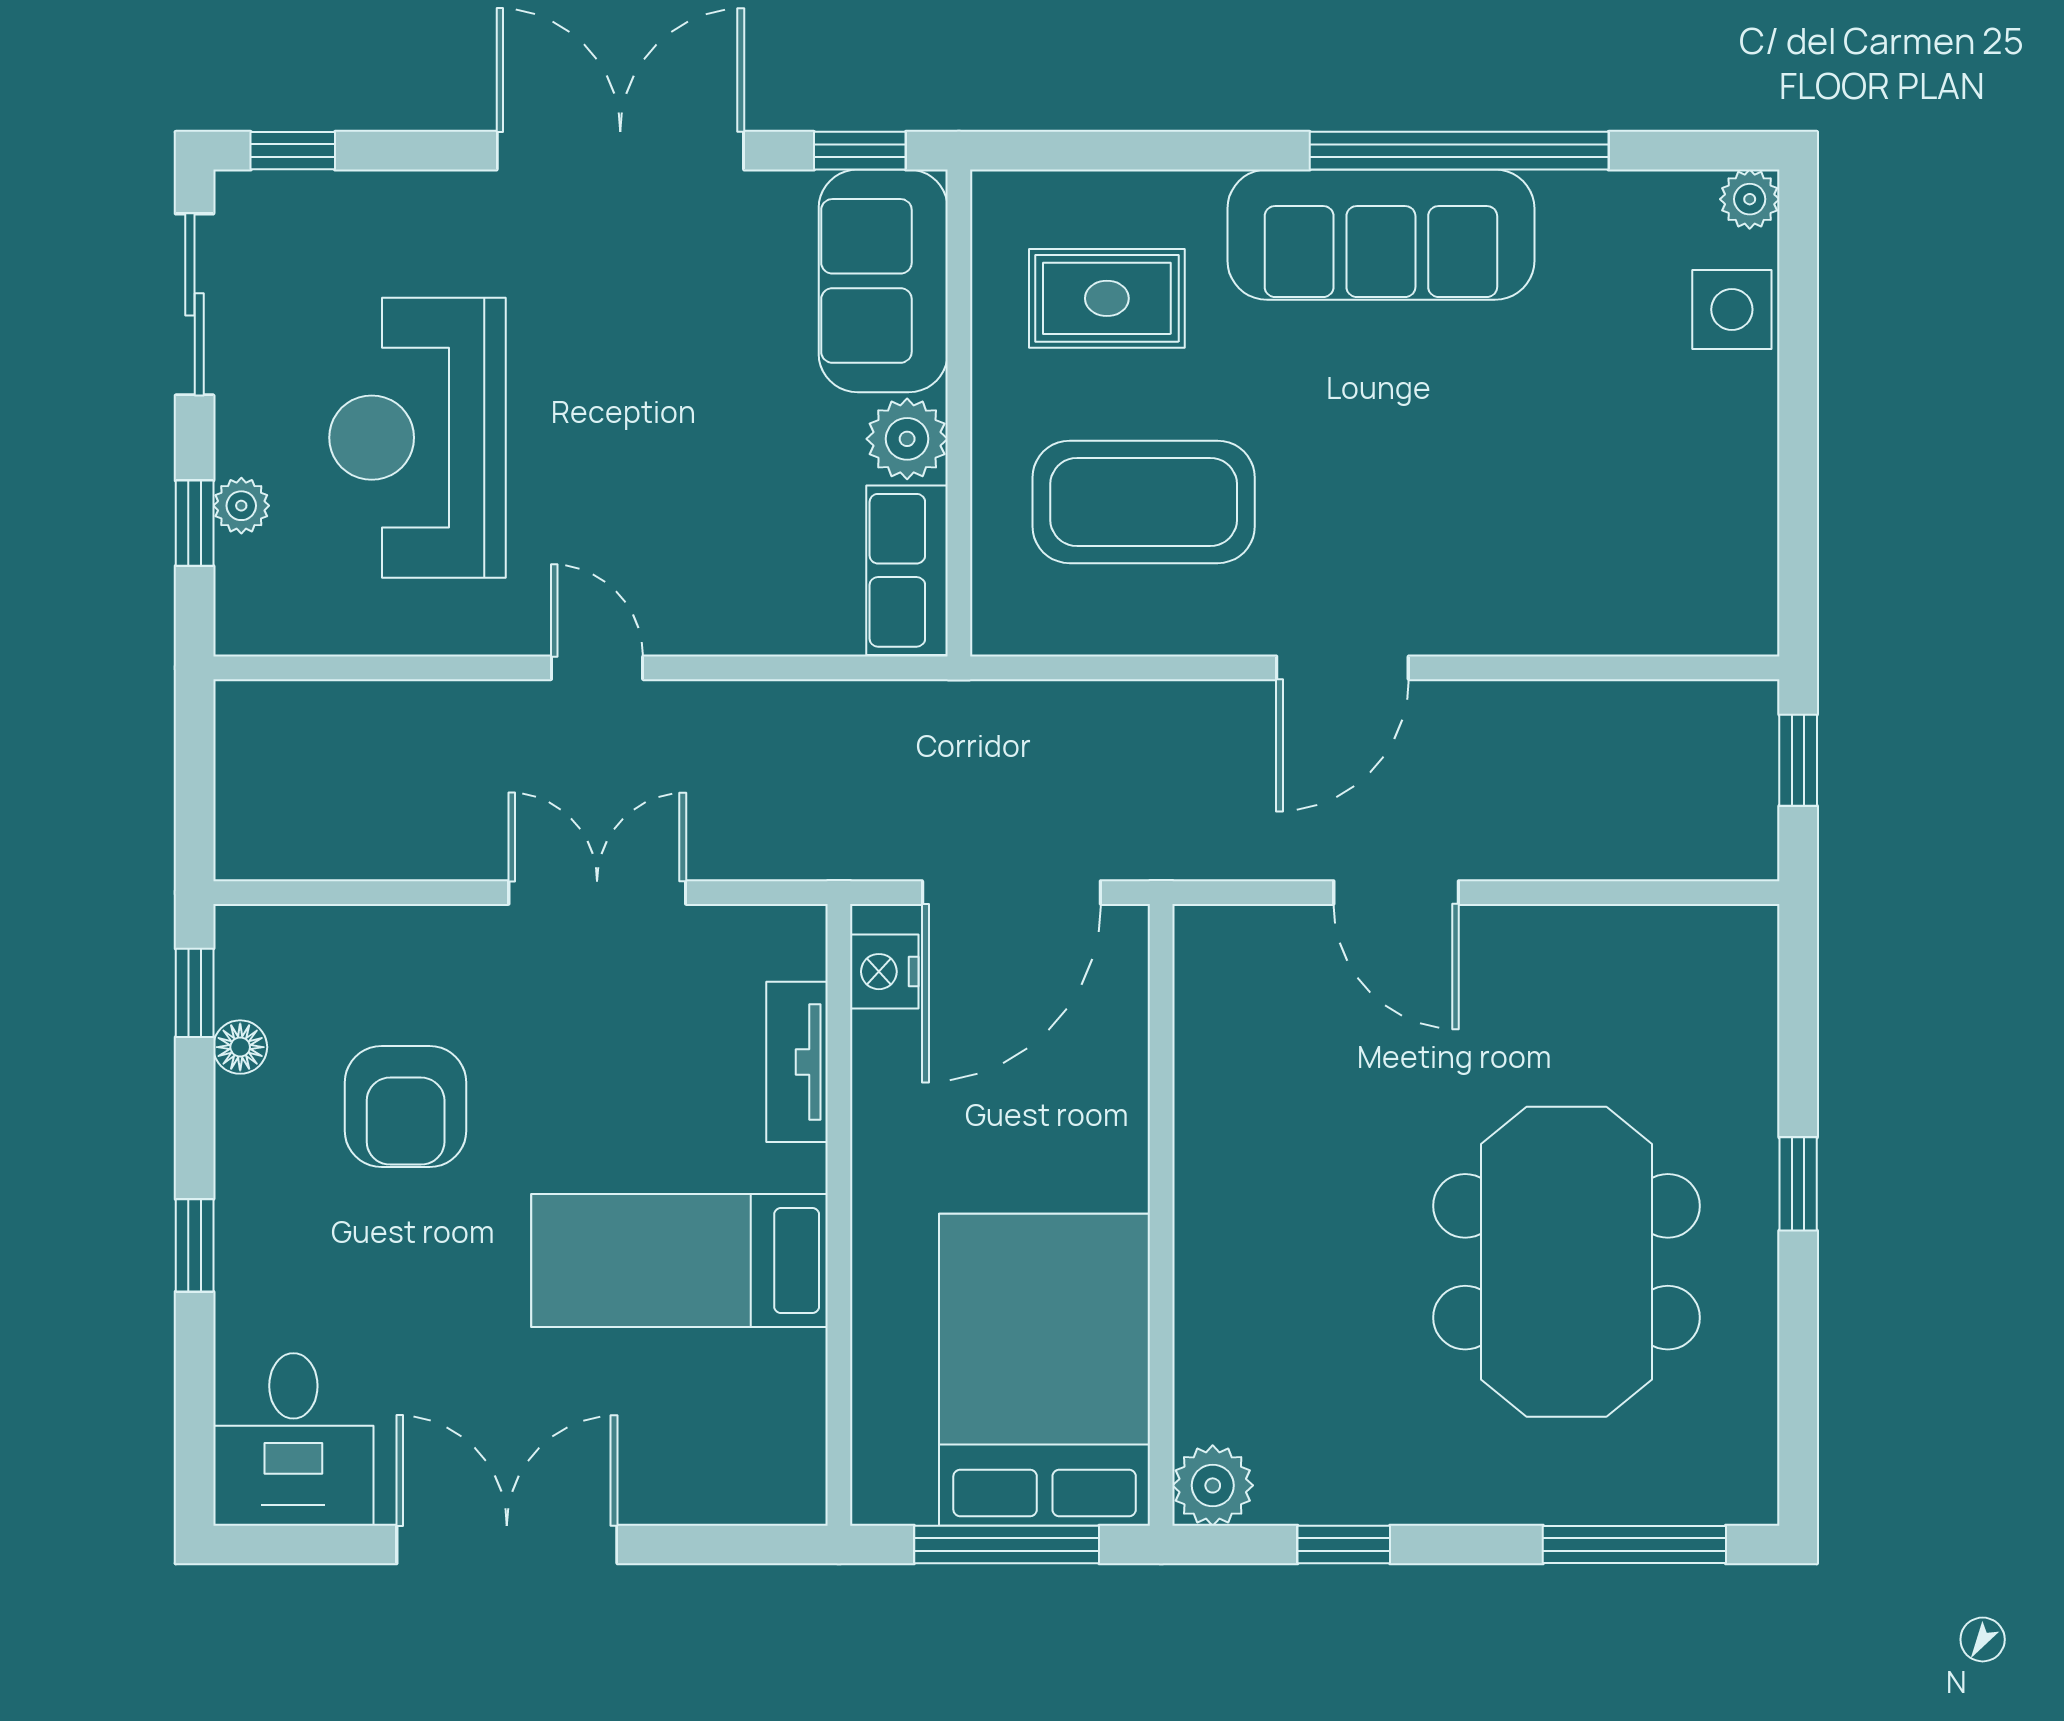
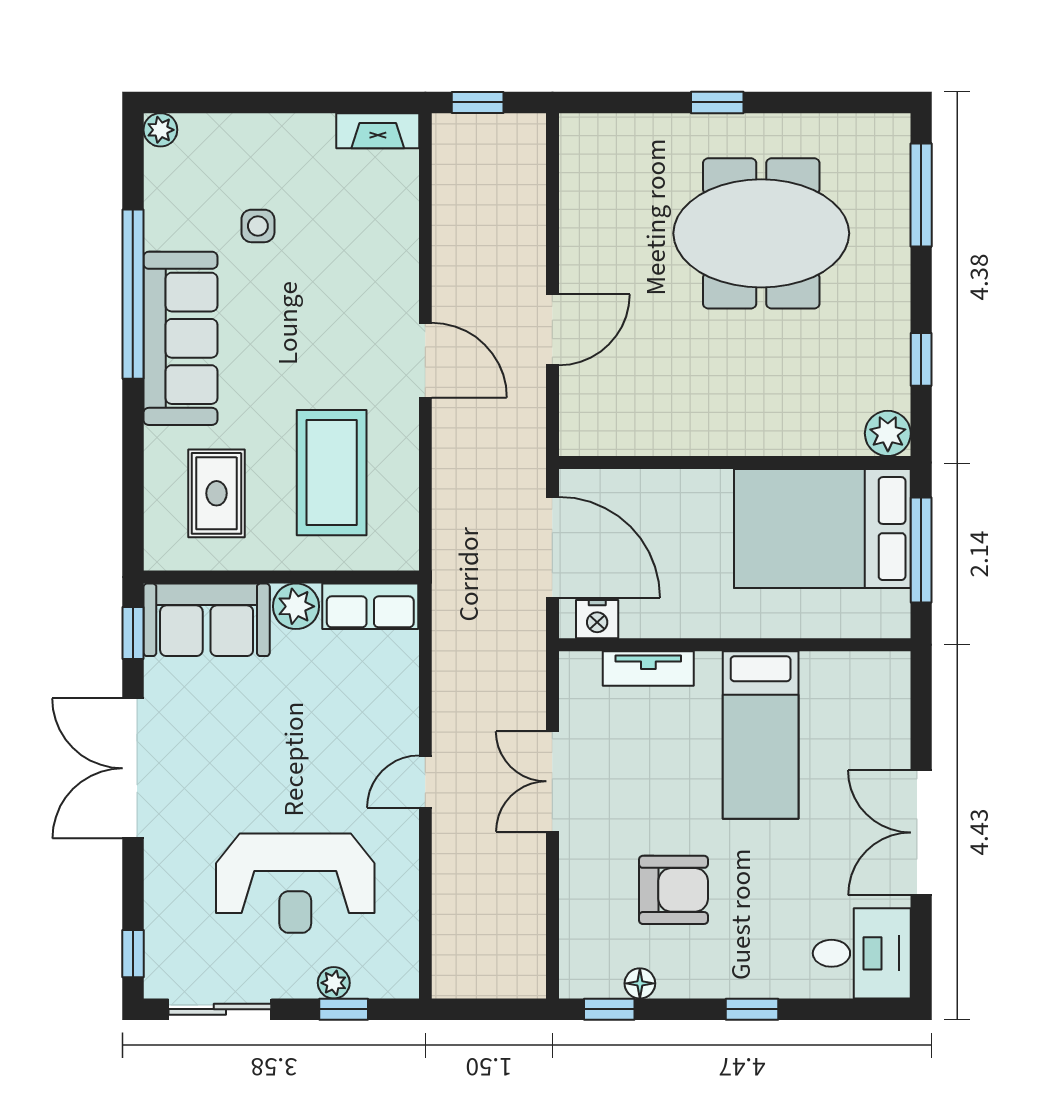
side table: (1732, 310) -> (258, 226), moved, width x0.73, depth x0.73
fireplace: (1748, 584) -> (378, 131), added

